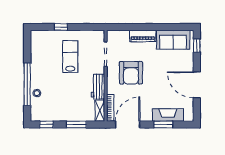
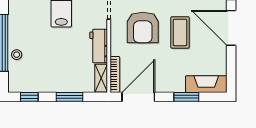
coffee table: (159, 76) -> (180, 32), added
door: (197, 85) -> (231, 28), moved
fireplace: (168, 115) -> (206, 84), moved

